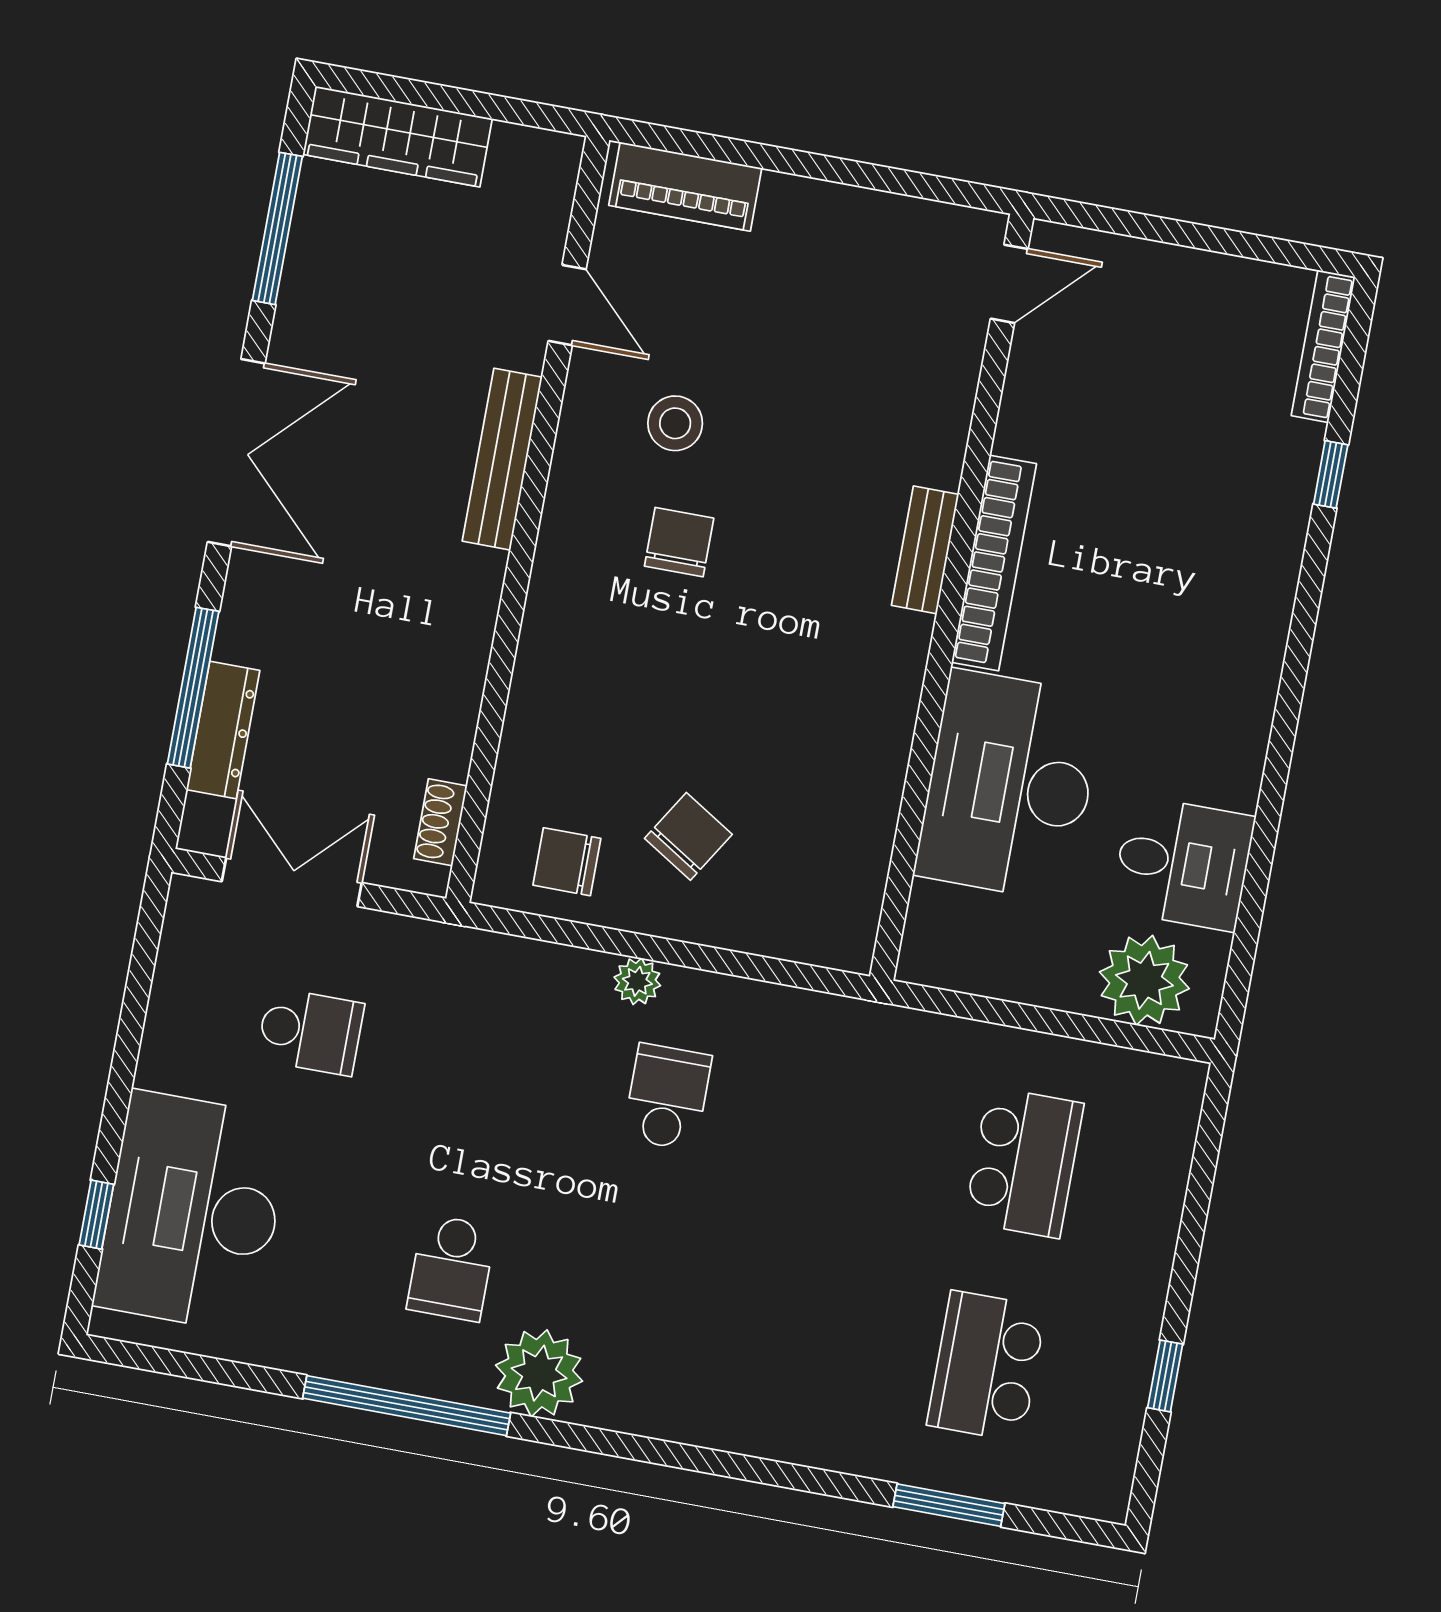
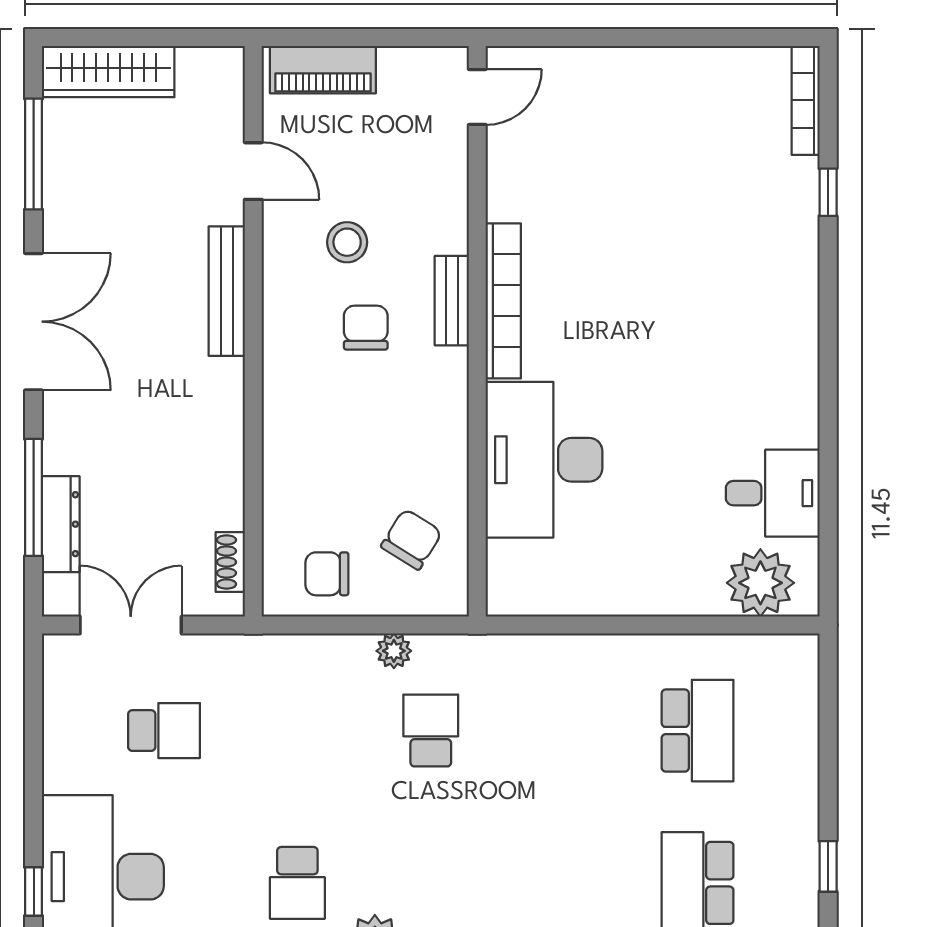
door: (1009, 284) -> (477, 97), moved
bench: (925, 550) -> (452, 301), moved
bookcase: (994, 563) -> (503, 301), moved
wall: (952, 597) -> (477, 331), moved
desk: (1009, 785) -> (544, 460), moved

